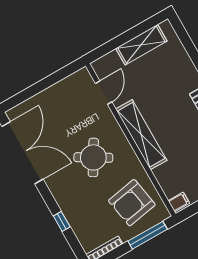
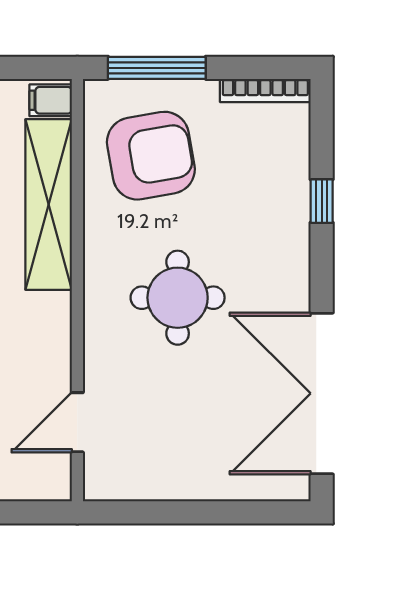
shelving: (141, 135) -> (49, 204), moved
round table: (93, 157) -> (178, 298), turned -31

